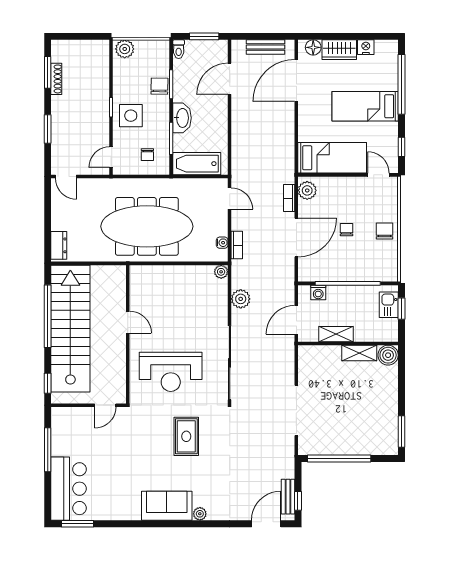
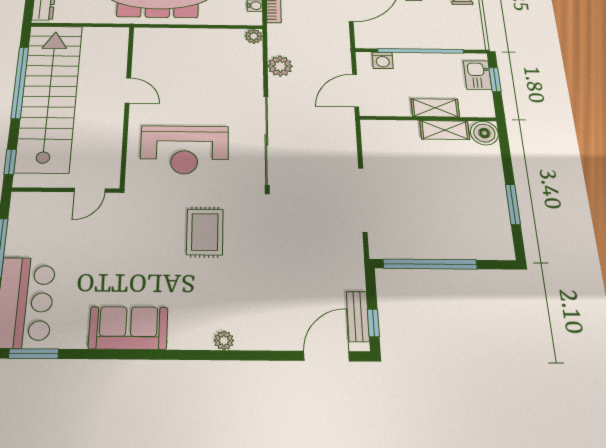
shelving: (336, 334) -> (435, 108), moved
window: (401, 432) -> (513, 204), moved
sofa: (167, 506) -> (128, 328), moved

